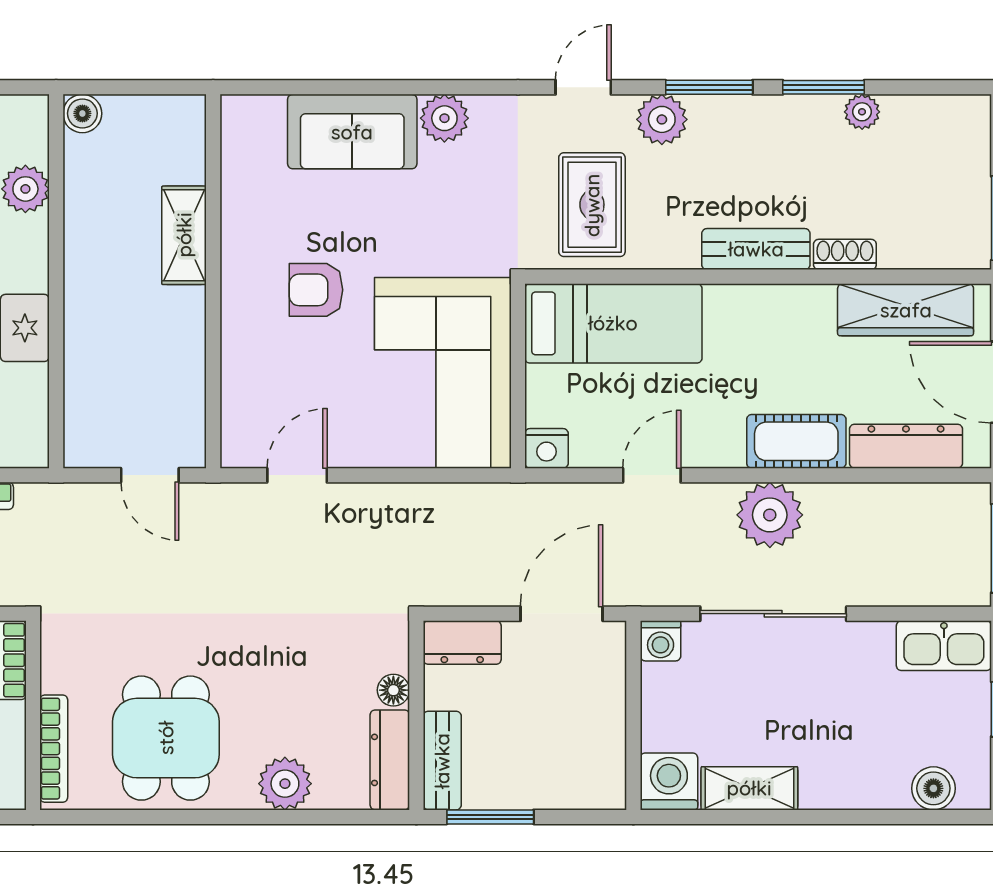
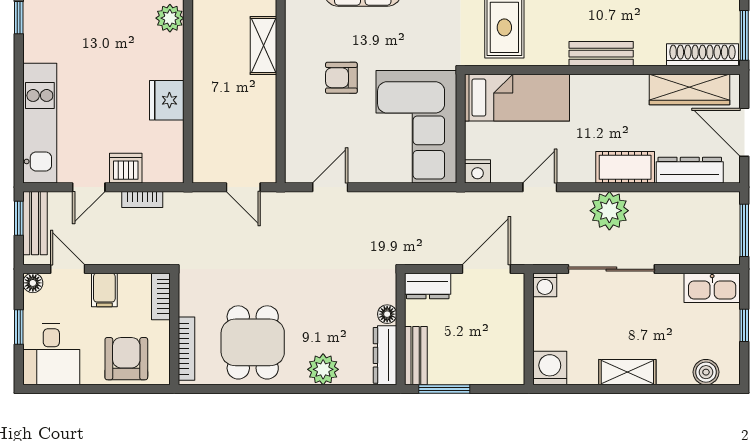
shoe rack: (845, 254) -> (703, 55), moved, width x1.94, depth x1.24
shelving: (749, 788) -> (627, 372), moved

